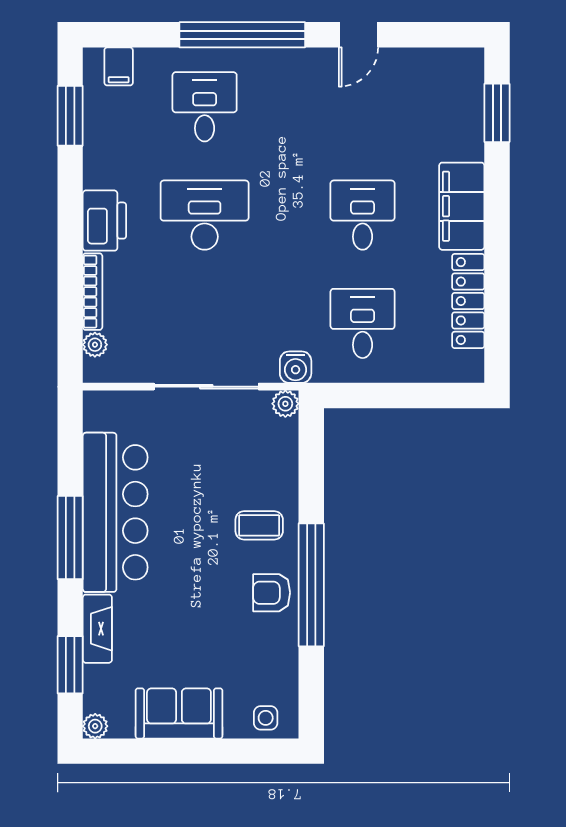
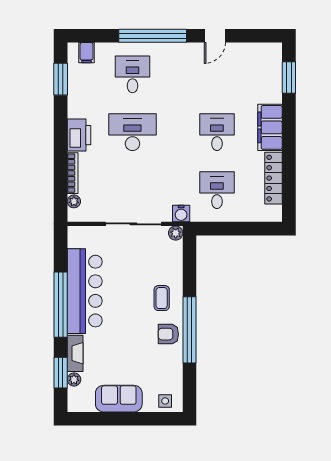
coffee table: (259, 525) -> (162, 298), turned 90
window: (70, 538) -> (61, 305), width x1.46
plant: (95, 726) -> (74, 380), moved

